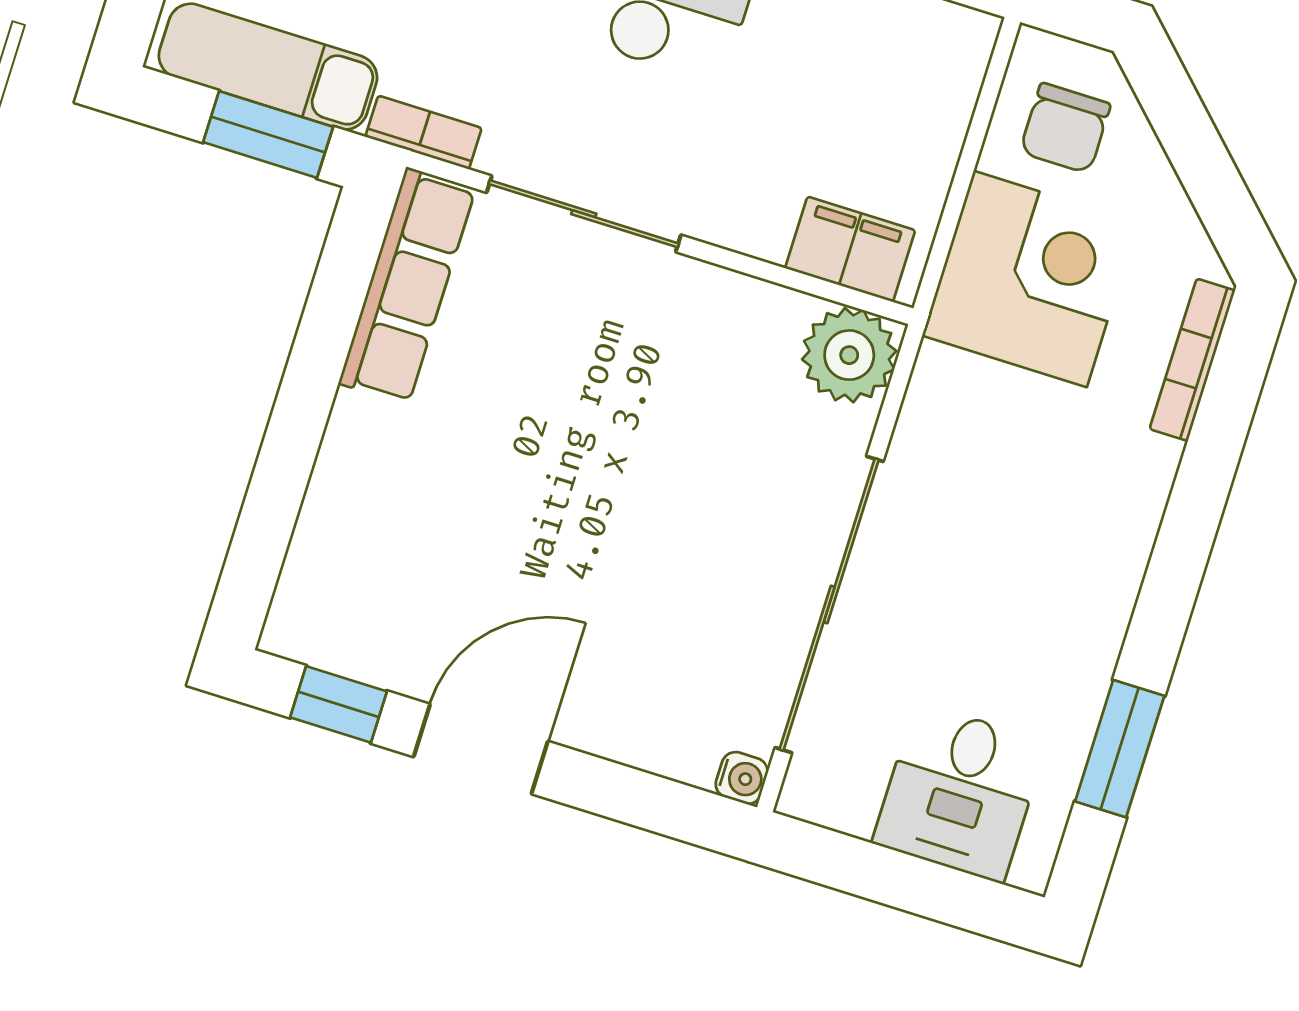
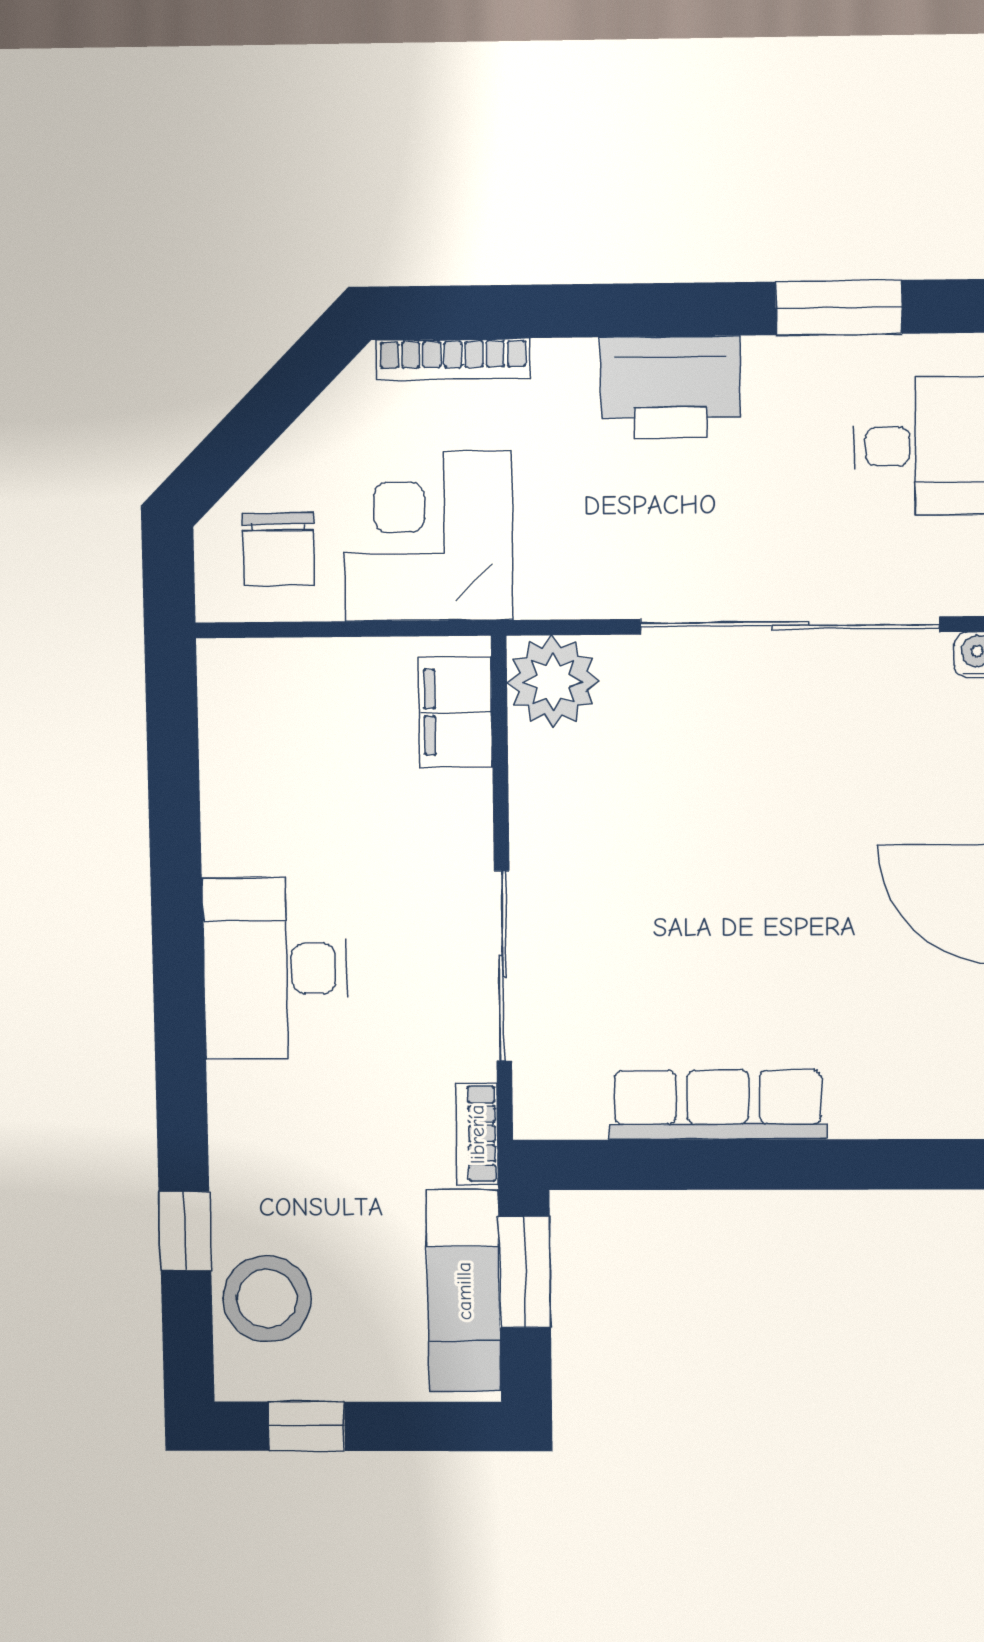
chair: (1065, 128) -> (279, 549), turned 90
row of seats: (407, 286) -> (718, 1105), moved
printer: (1097, 562) -> (670, 387), added

